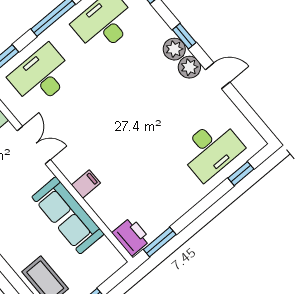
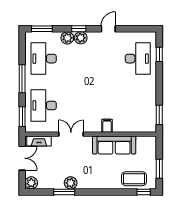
plant: (189, 67) -> (67, 38), moved
printer: (131, 236) -> (146, 125), removed

